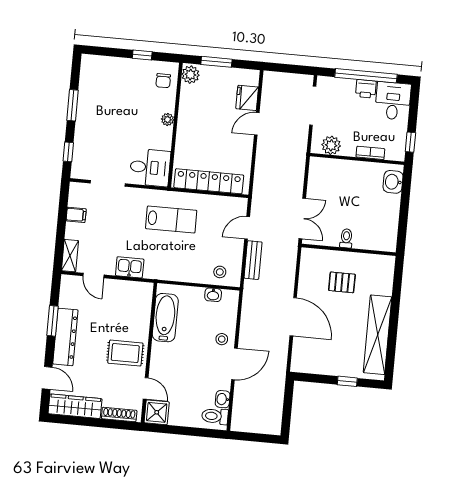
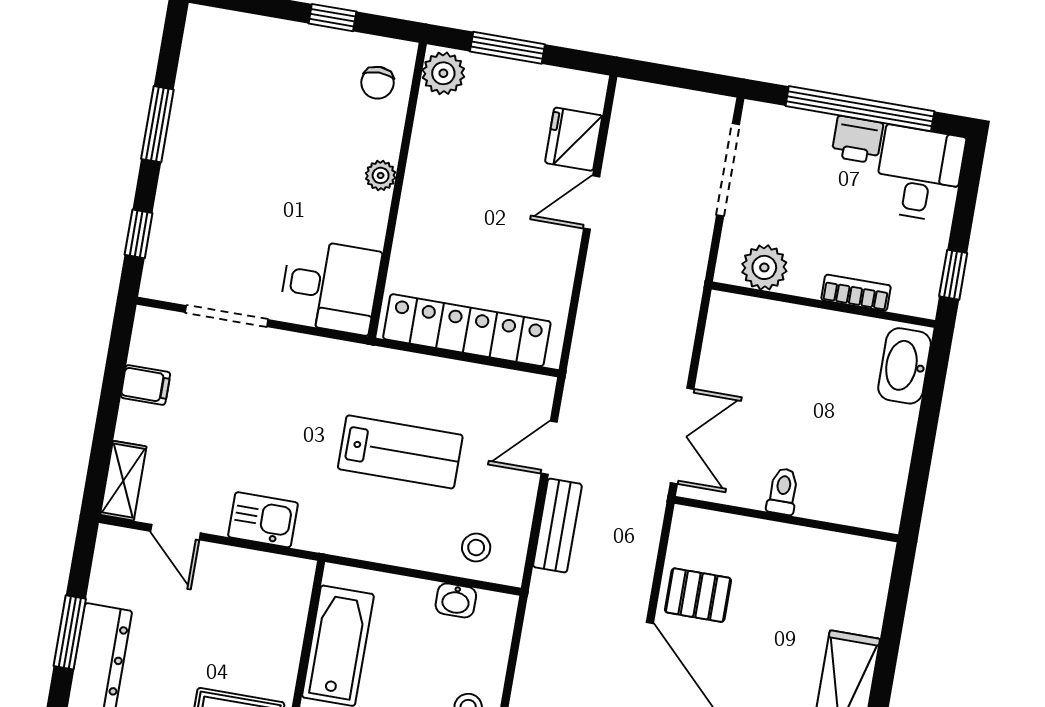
washbasin: (393, 182) -> (904, 366), width x1.38
lab bench: (171, 219) -> (400, 452), moved
pallet: (342, 282) -> (698, 595), moved

